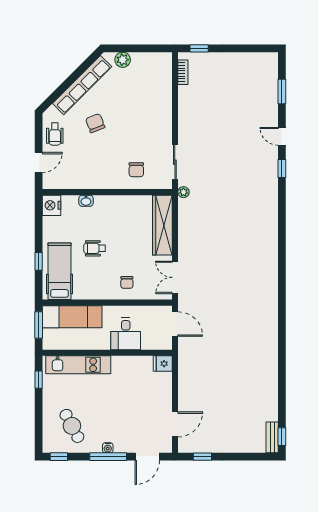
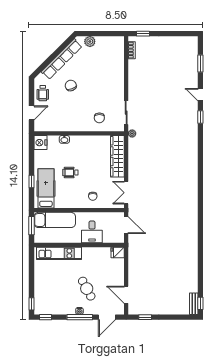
window: (39, 380) -> (31, 304), moved
door: (175, 424) -> (126, 295), swing flipped
cafe table: (72, 426) -> (87, 289), moved

